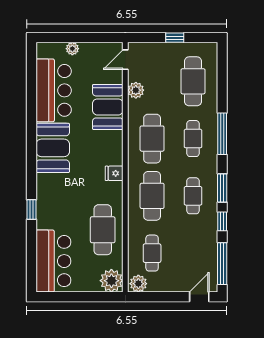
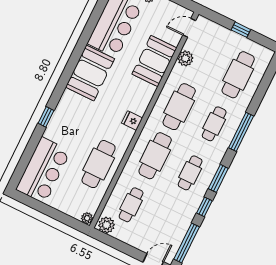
plant: (111, 281) -> (87, 218), width x0.53, depth x0.53

